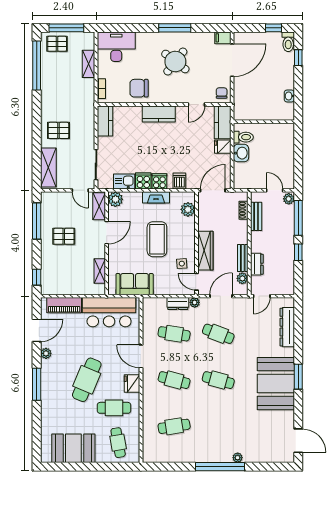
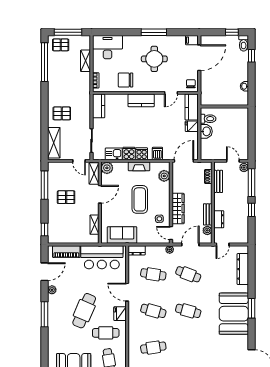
round table: (175, 62) -> (154, 59), turned -38
dresser: (178, 304) -> (137, 250), moved

